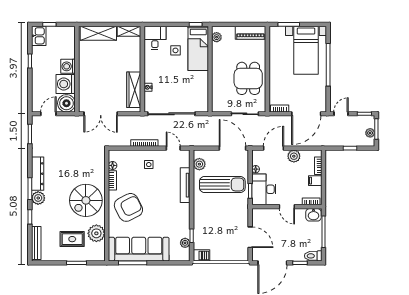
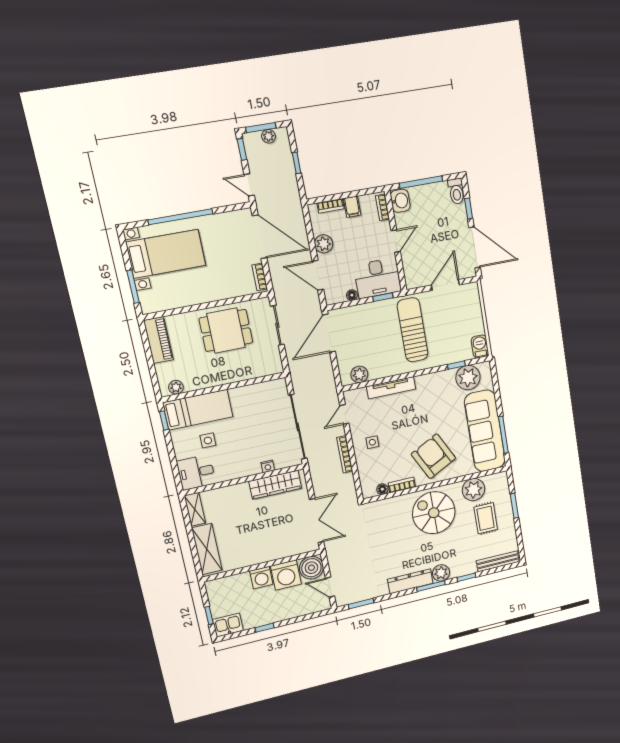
sun lounger: (222, 185) -> (413, 330), moved
spiral stairs: (86, 200) -> (434, 513), turned 180
plant: (185, 243) -> (468, 378), width x1.88, depth x1.88

